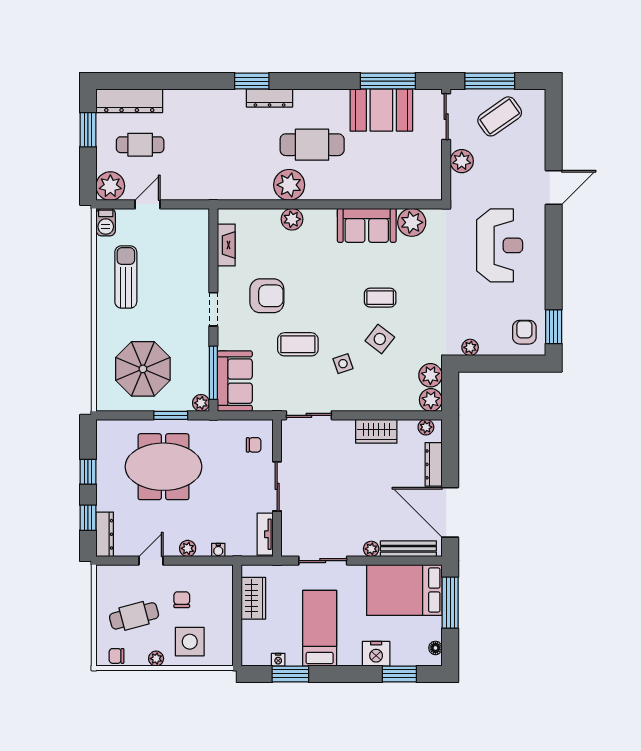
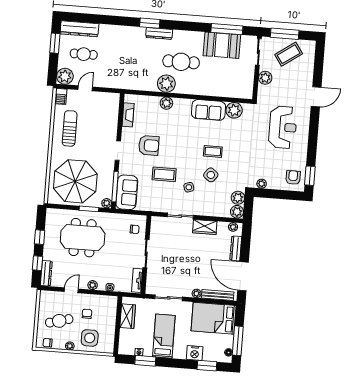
parasol: (143, 369) -> (75, 181), width x1.36, depth x1.36
sliding door: (309, 415) -> (180, 216), moved
window: (450, 603) -> (238, 341), moved

